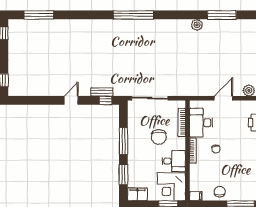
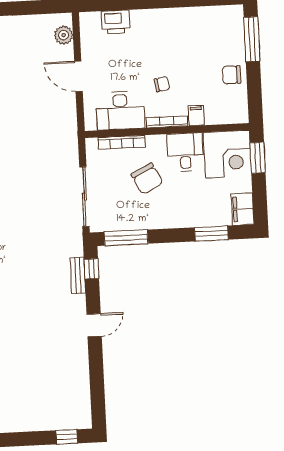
door: (71, 100) -> (94, 325), swing flipped
chair: (159, 137) -> (147, 179), turned 63
window: (123, 141) -> (126, 238), moved
filing cabinet: (196, 196) -> (196, 115), moved

